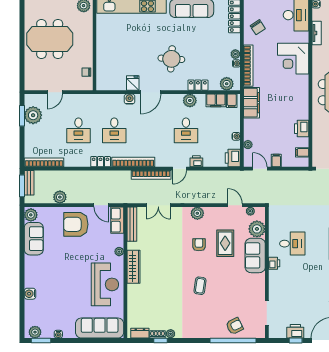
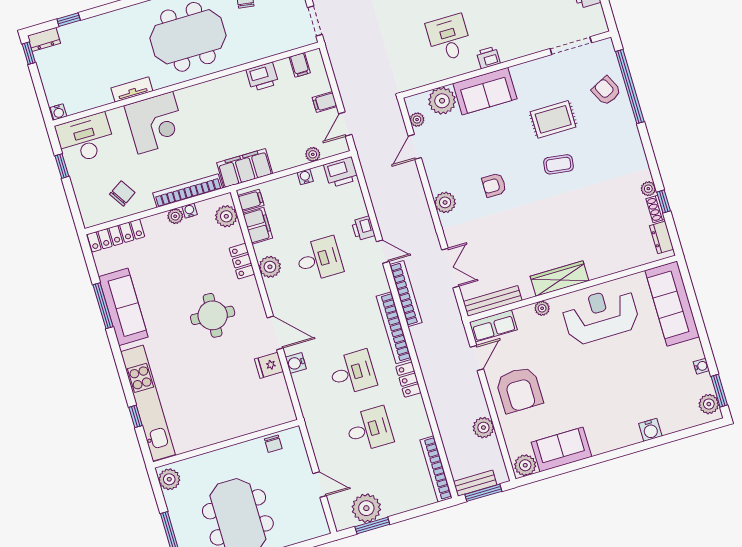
tv unit: (317, 33) -> (132, 89), moved
rug: (225, 243) -> (553, 119), moved

